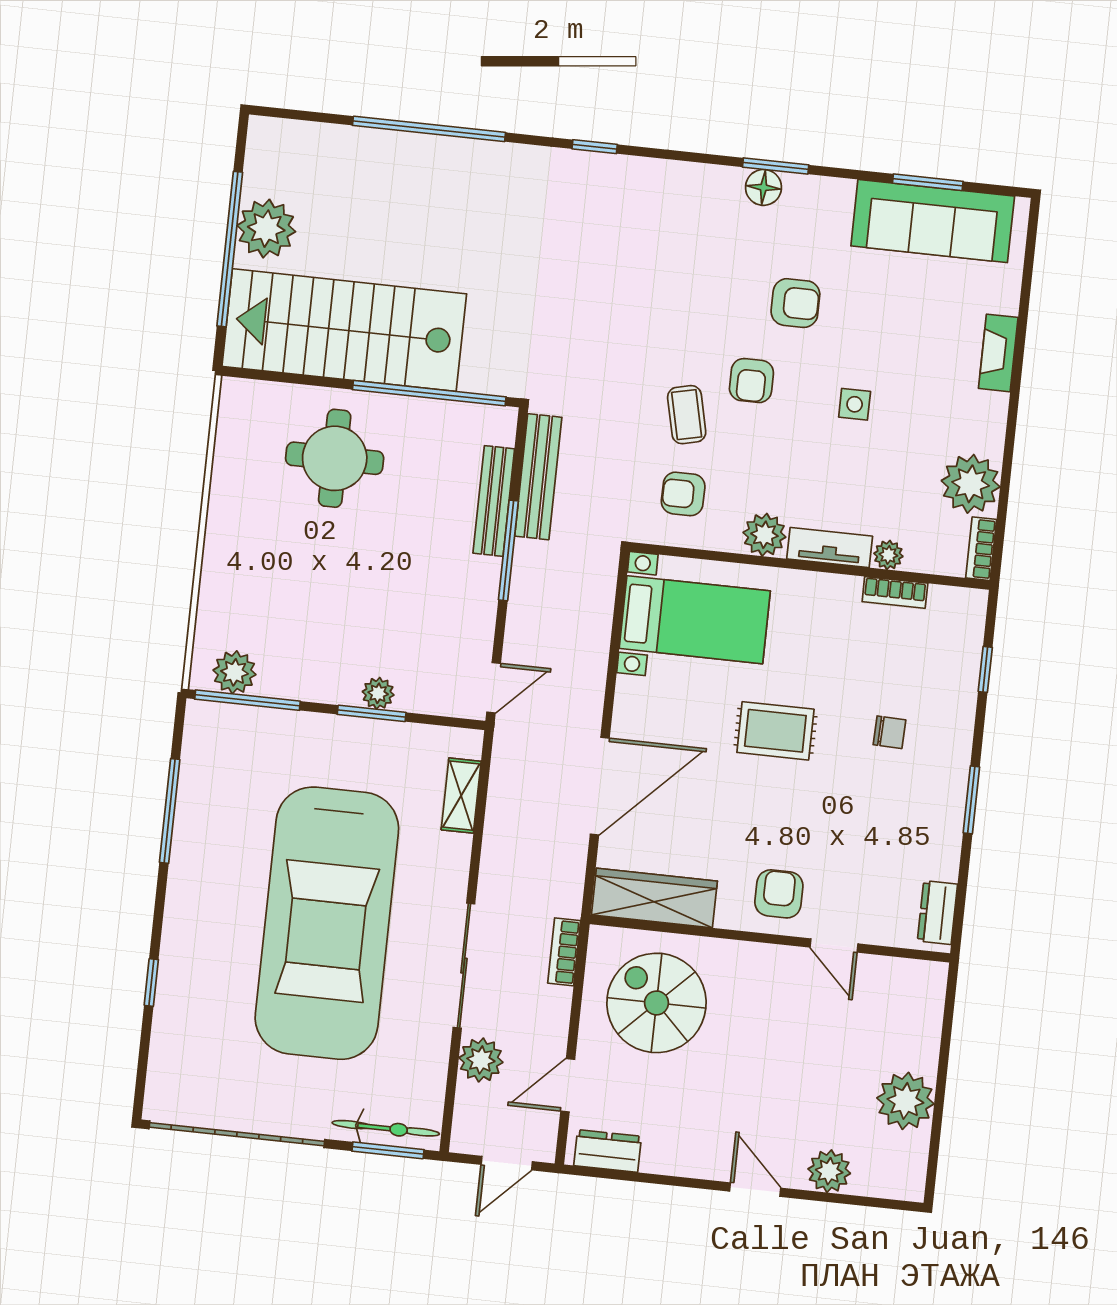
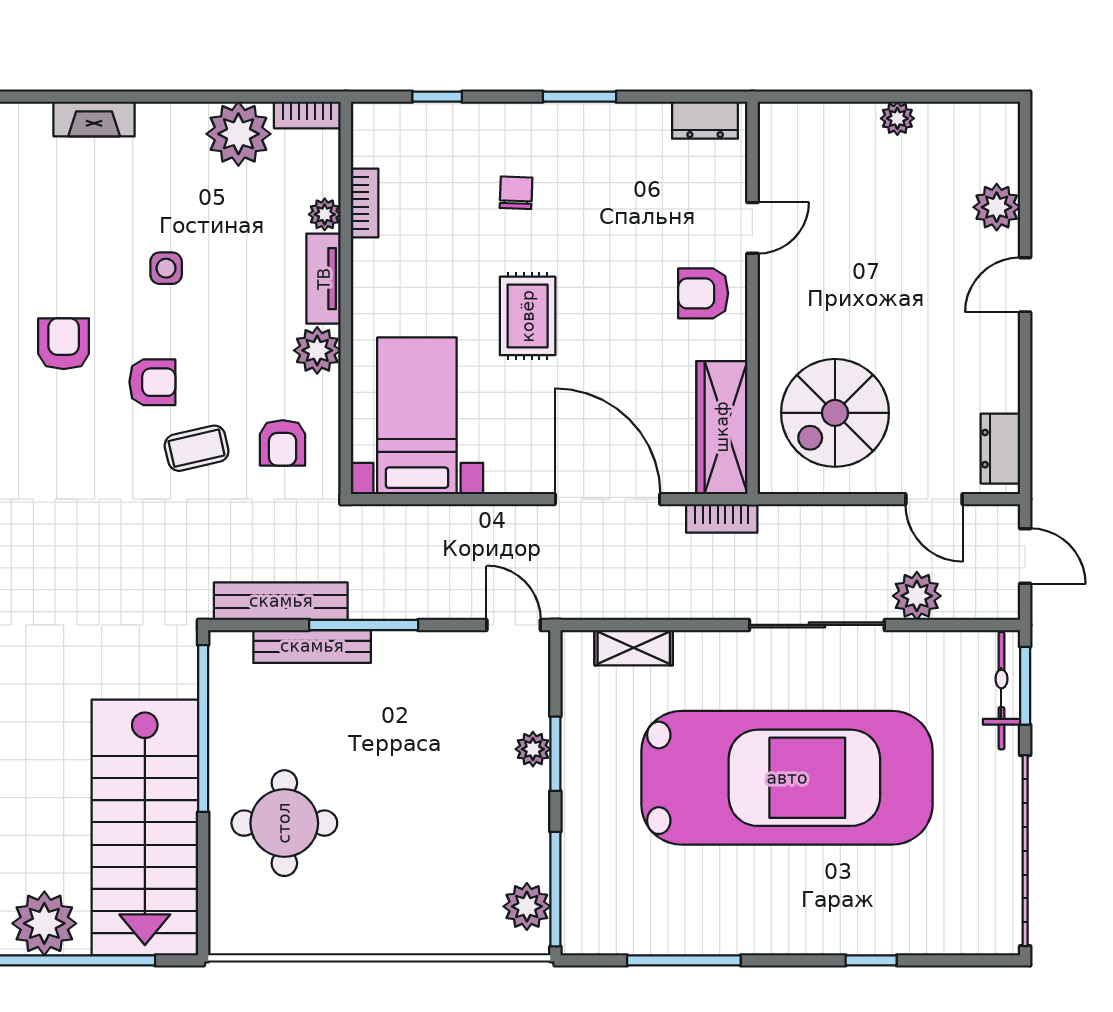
bookcase: (564, 952) -> (722, 518), moved
plant: (905, 1101) -> (897, 118), width x0.53, depth x0.53

